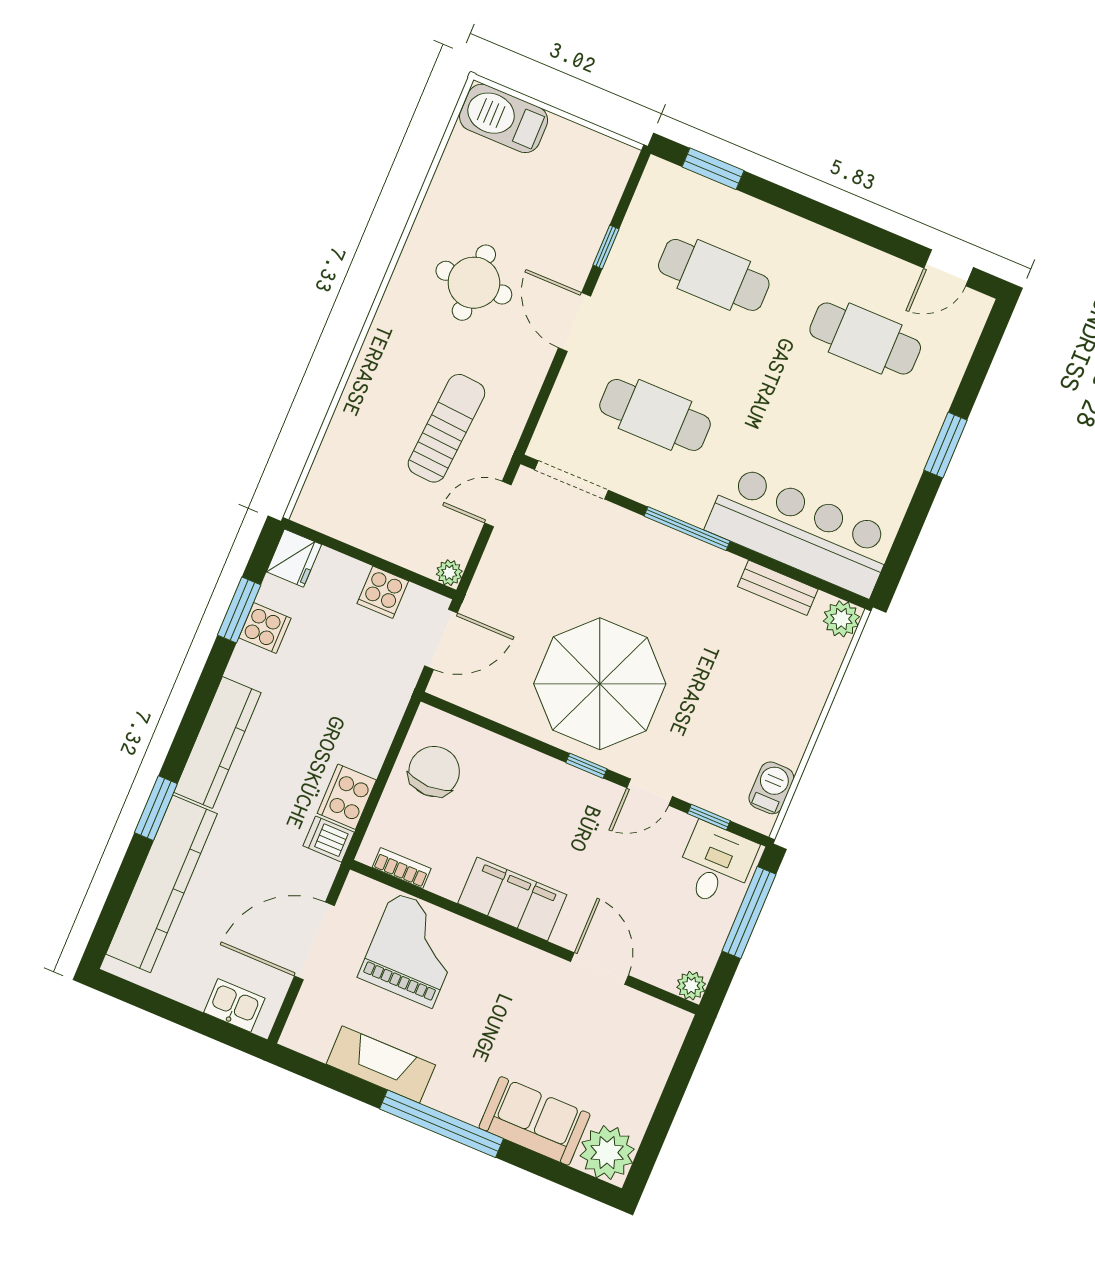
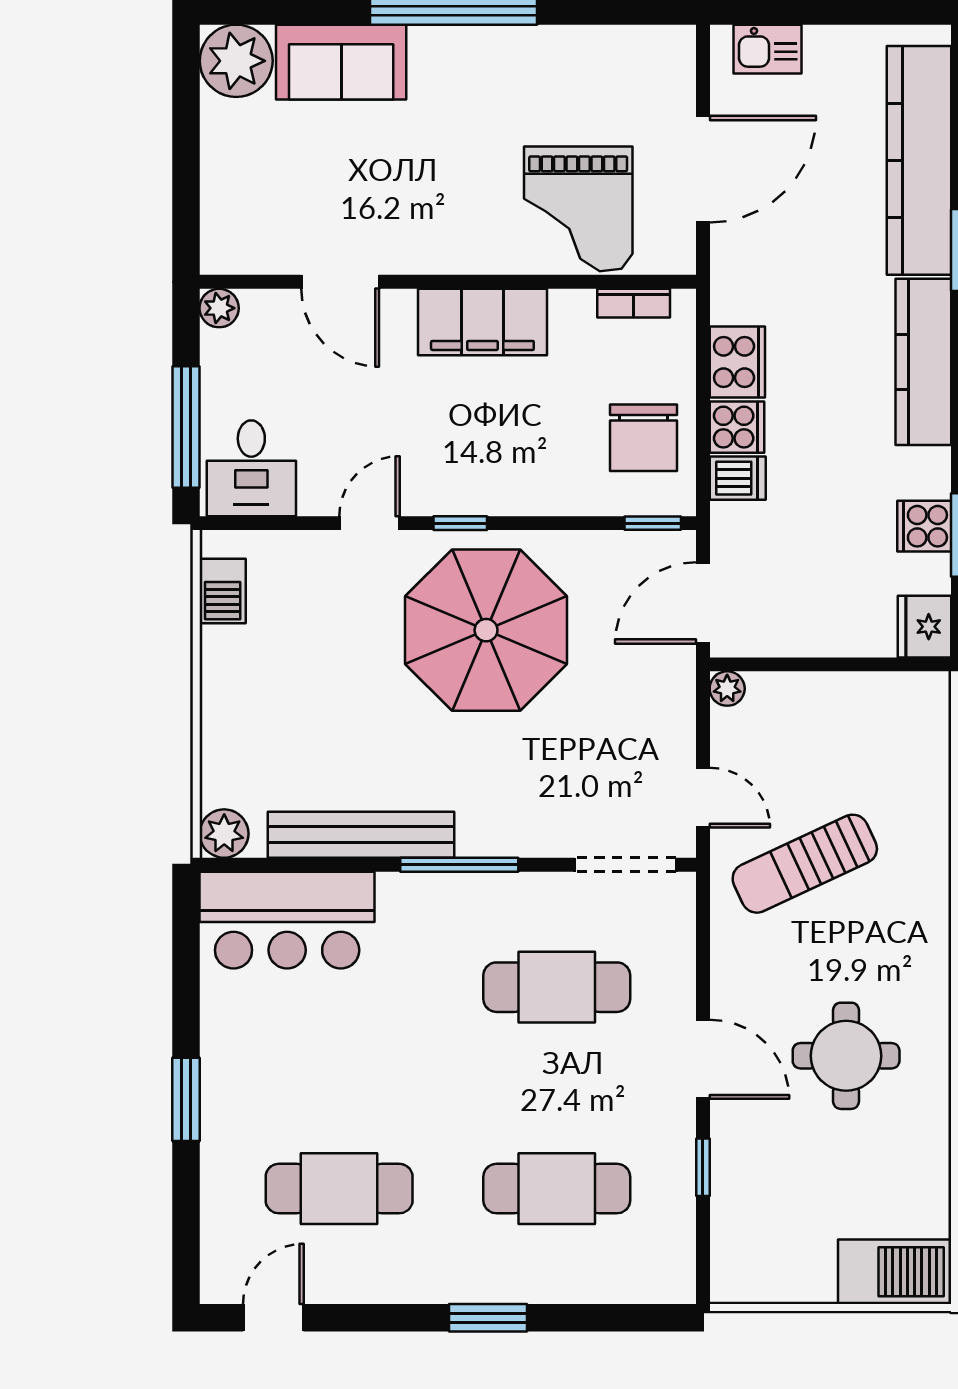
window: (713, 169) -> (488, 1318), moved
sun lounger: (446, 428) -> (805, 864), turned 61
door: (498, 504) -> (703, 798), hinge flipped
bar counter: (801, 531) -> (287, 920), width x0.73
bench: (778, 588) -> (361, 835), width x1.86, depth x1.21
cooker: (383, 592) -> (737, 427), moved, turned 90
window: (709, 817) -> (653, 523), moved
dishwasher: (329, 839) -> (738, 478), moved
fireplace: (381, 1065) -> (558, 52), removed

